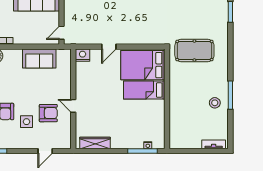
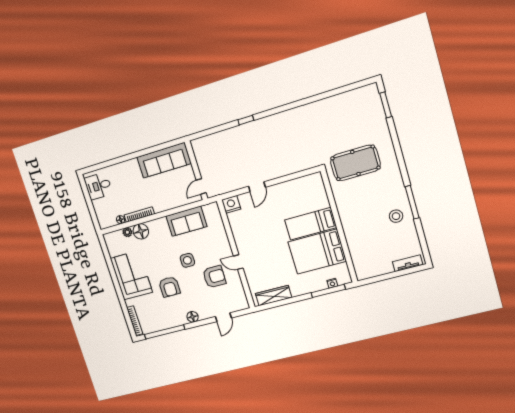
bed: (143, 65) -> (317, 252), moved
side table: (27, 122) -> (187, 260), moved
floor lamp: (17, 144) -> (193, 317), added

